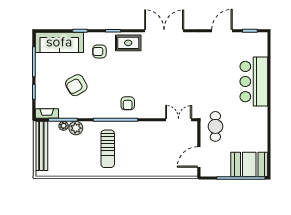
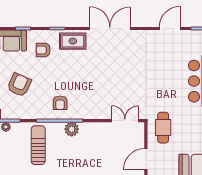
armchair: (76, 85) -> (19, 85), turned 144
armchair: (128, 103) -> (60, 103), moved
plant: (76, 128) -> (72, 129), moved
sun lounger: (108, 149) -> (38, 145), moved, turned 180

